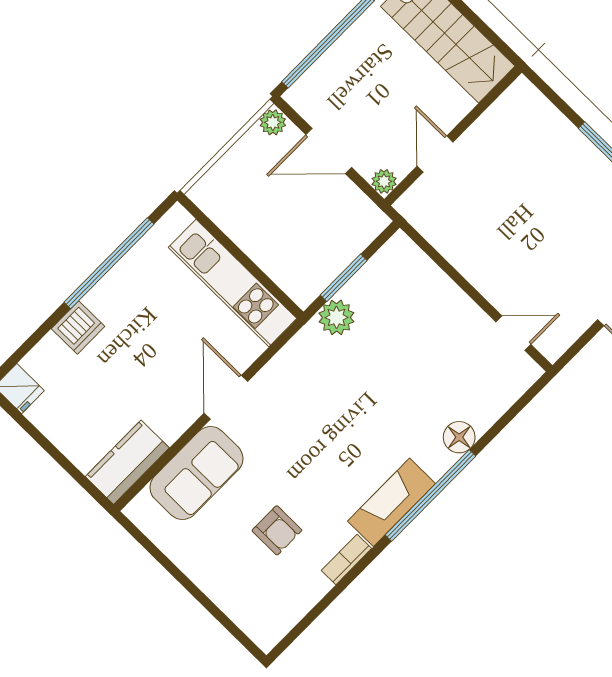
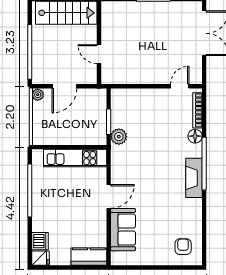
plant: (384, 181) -> (91, 79), removed
dishwasher: (78, 327) -> (40, 241), moved
door: (226, 397) -> (109, 196), swing flipped
kitchen counter: (127, 462) -> (89, 257), moved, turned 90
armchair: (277, 530) -> (183, 247), moved, turned -90
bookcase: (346, 559) -> (198, 110), moved, width x1.56

